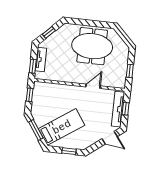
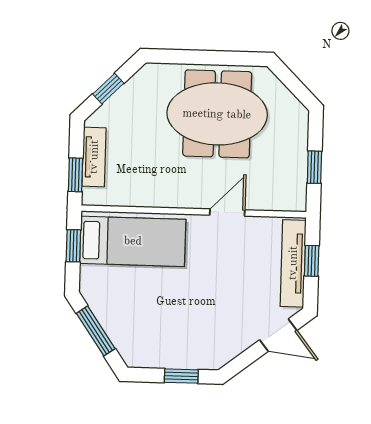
bed: (62, 127) -> (133, 241), moved, turned 34

